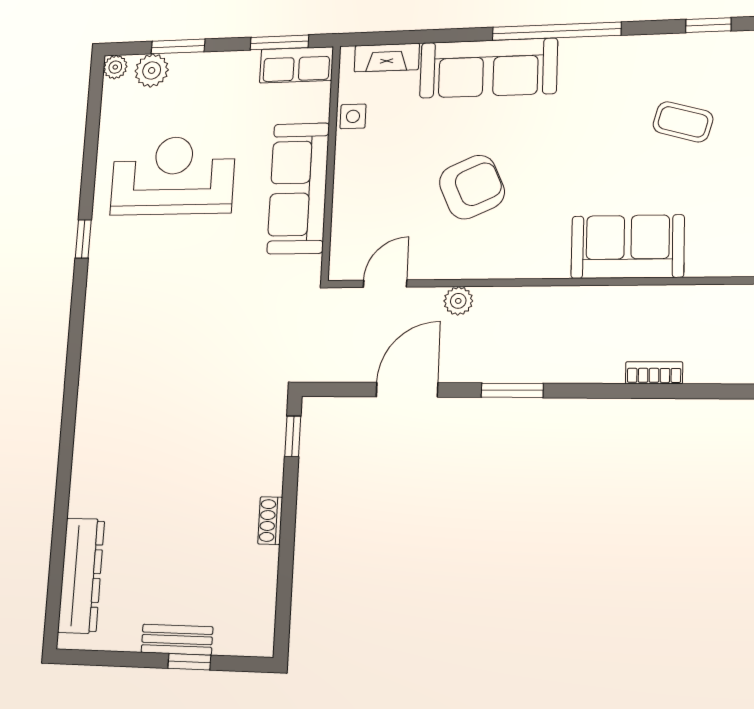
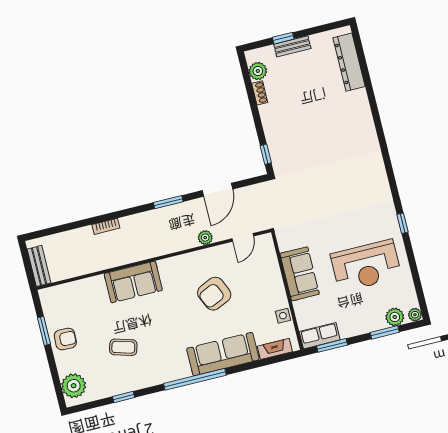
sofa: (298, 188) -> (300, 274), width x0.73
shoe rack: (270, 521) -> (260, 93), moved
plant: (258, 609) -> (258, 71), added

